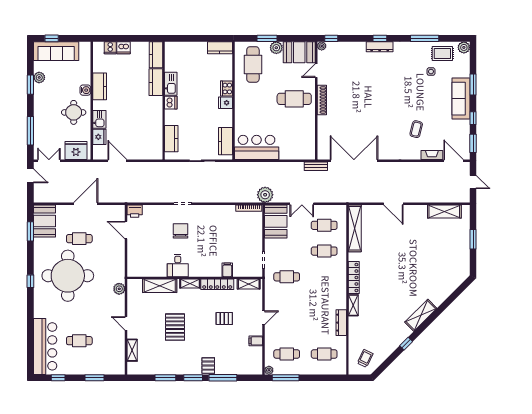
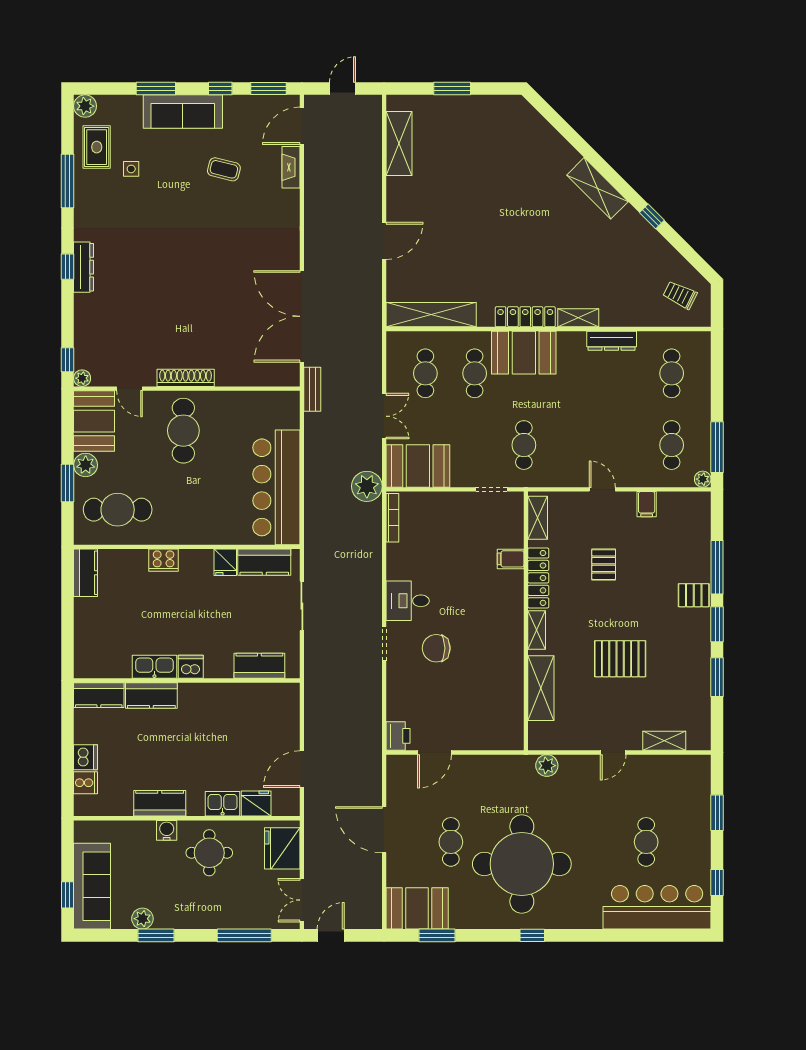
fridge: (225, 103) -> (225, 562), moved
coffee table: (416, 129) -> (224, 169), moved
bar counter: (257, 147) -> (276, 487), width x1.36
desk: (178, 266) -> (408, 601), moved, turned 180
booth: (335, 277) -> (524, 353), added

